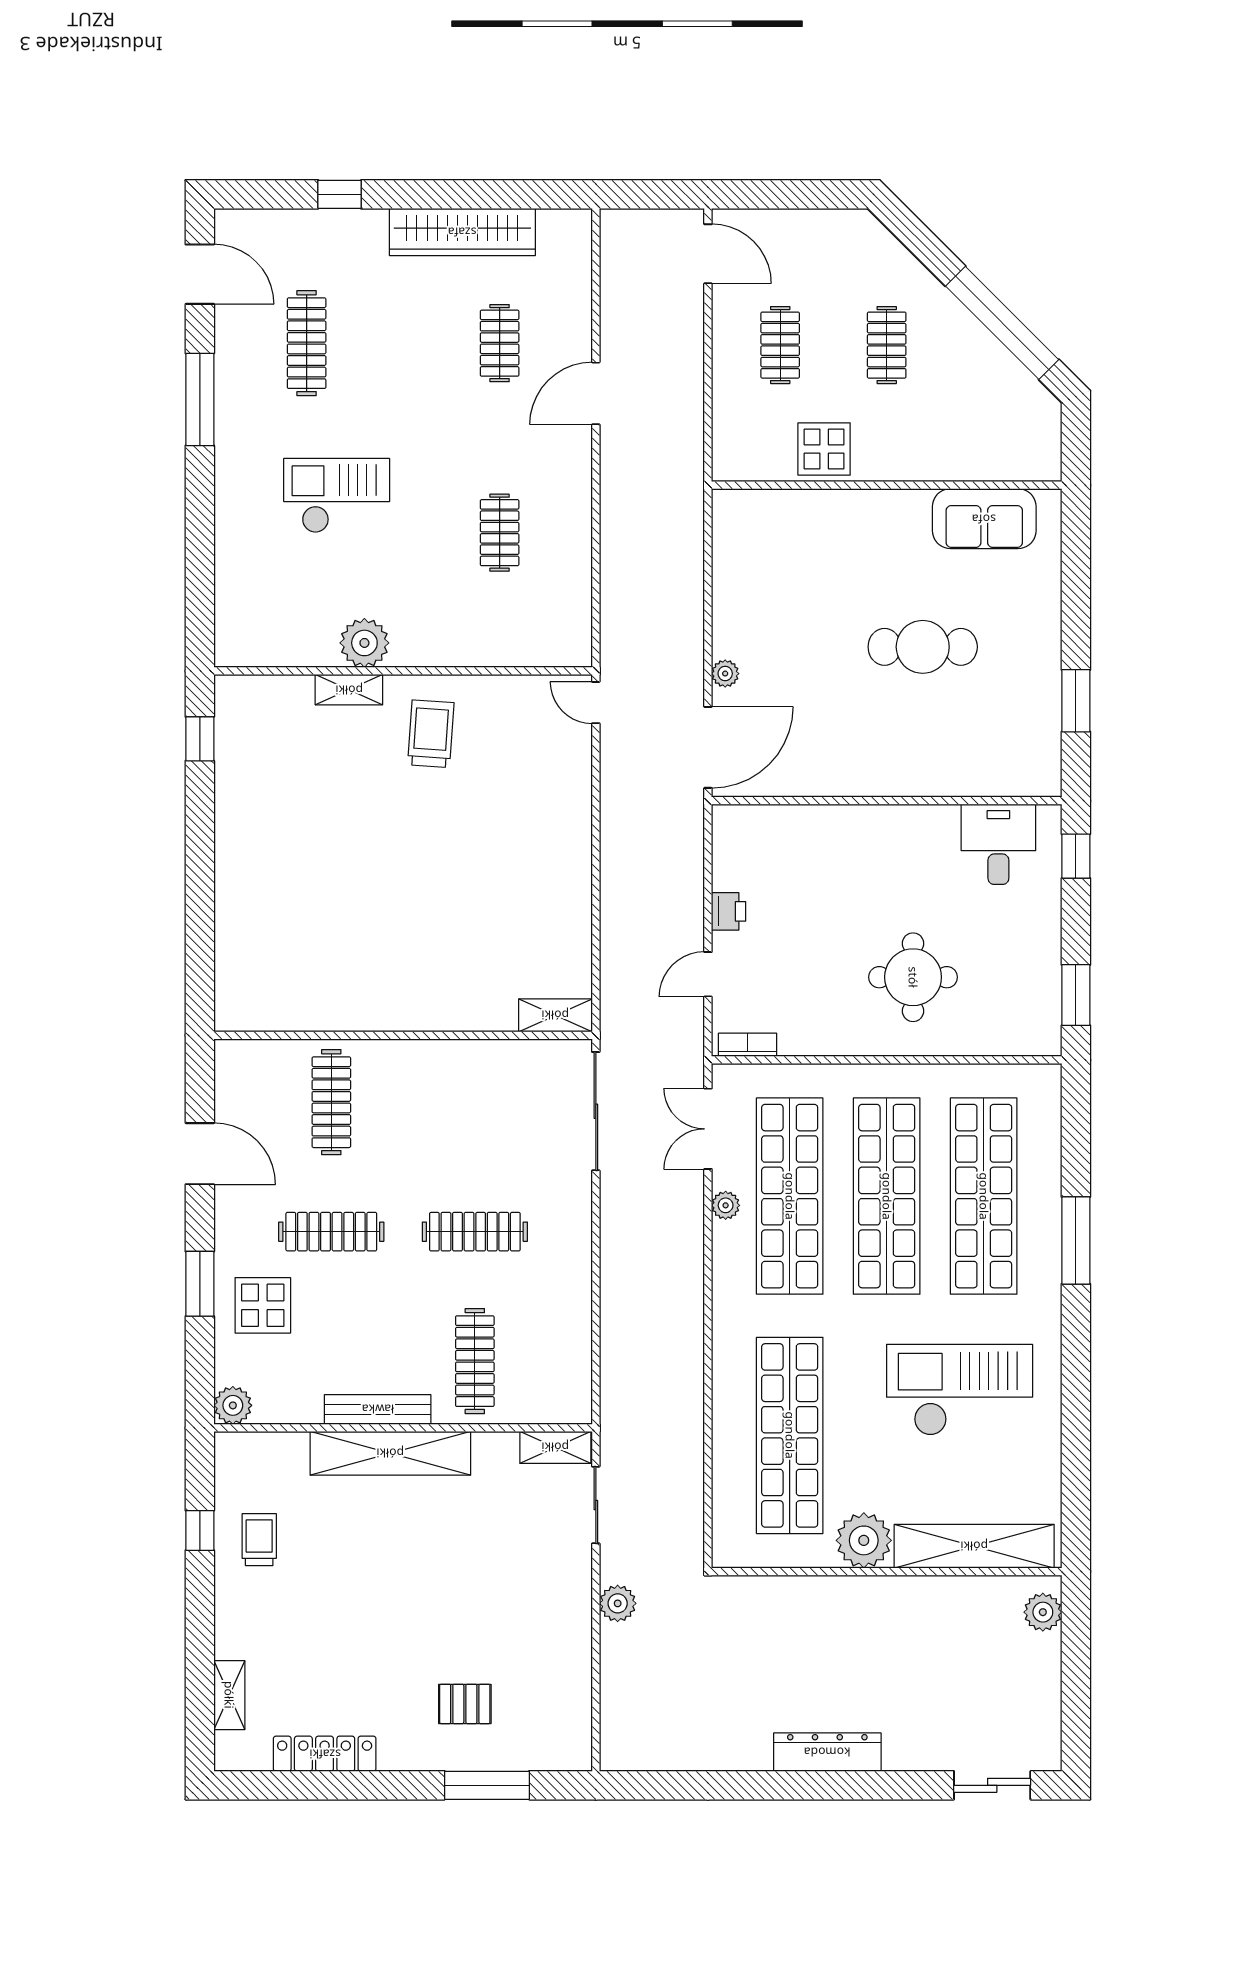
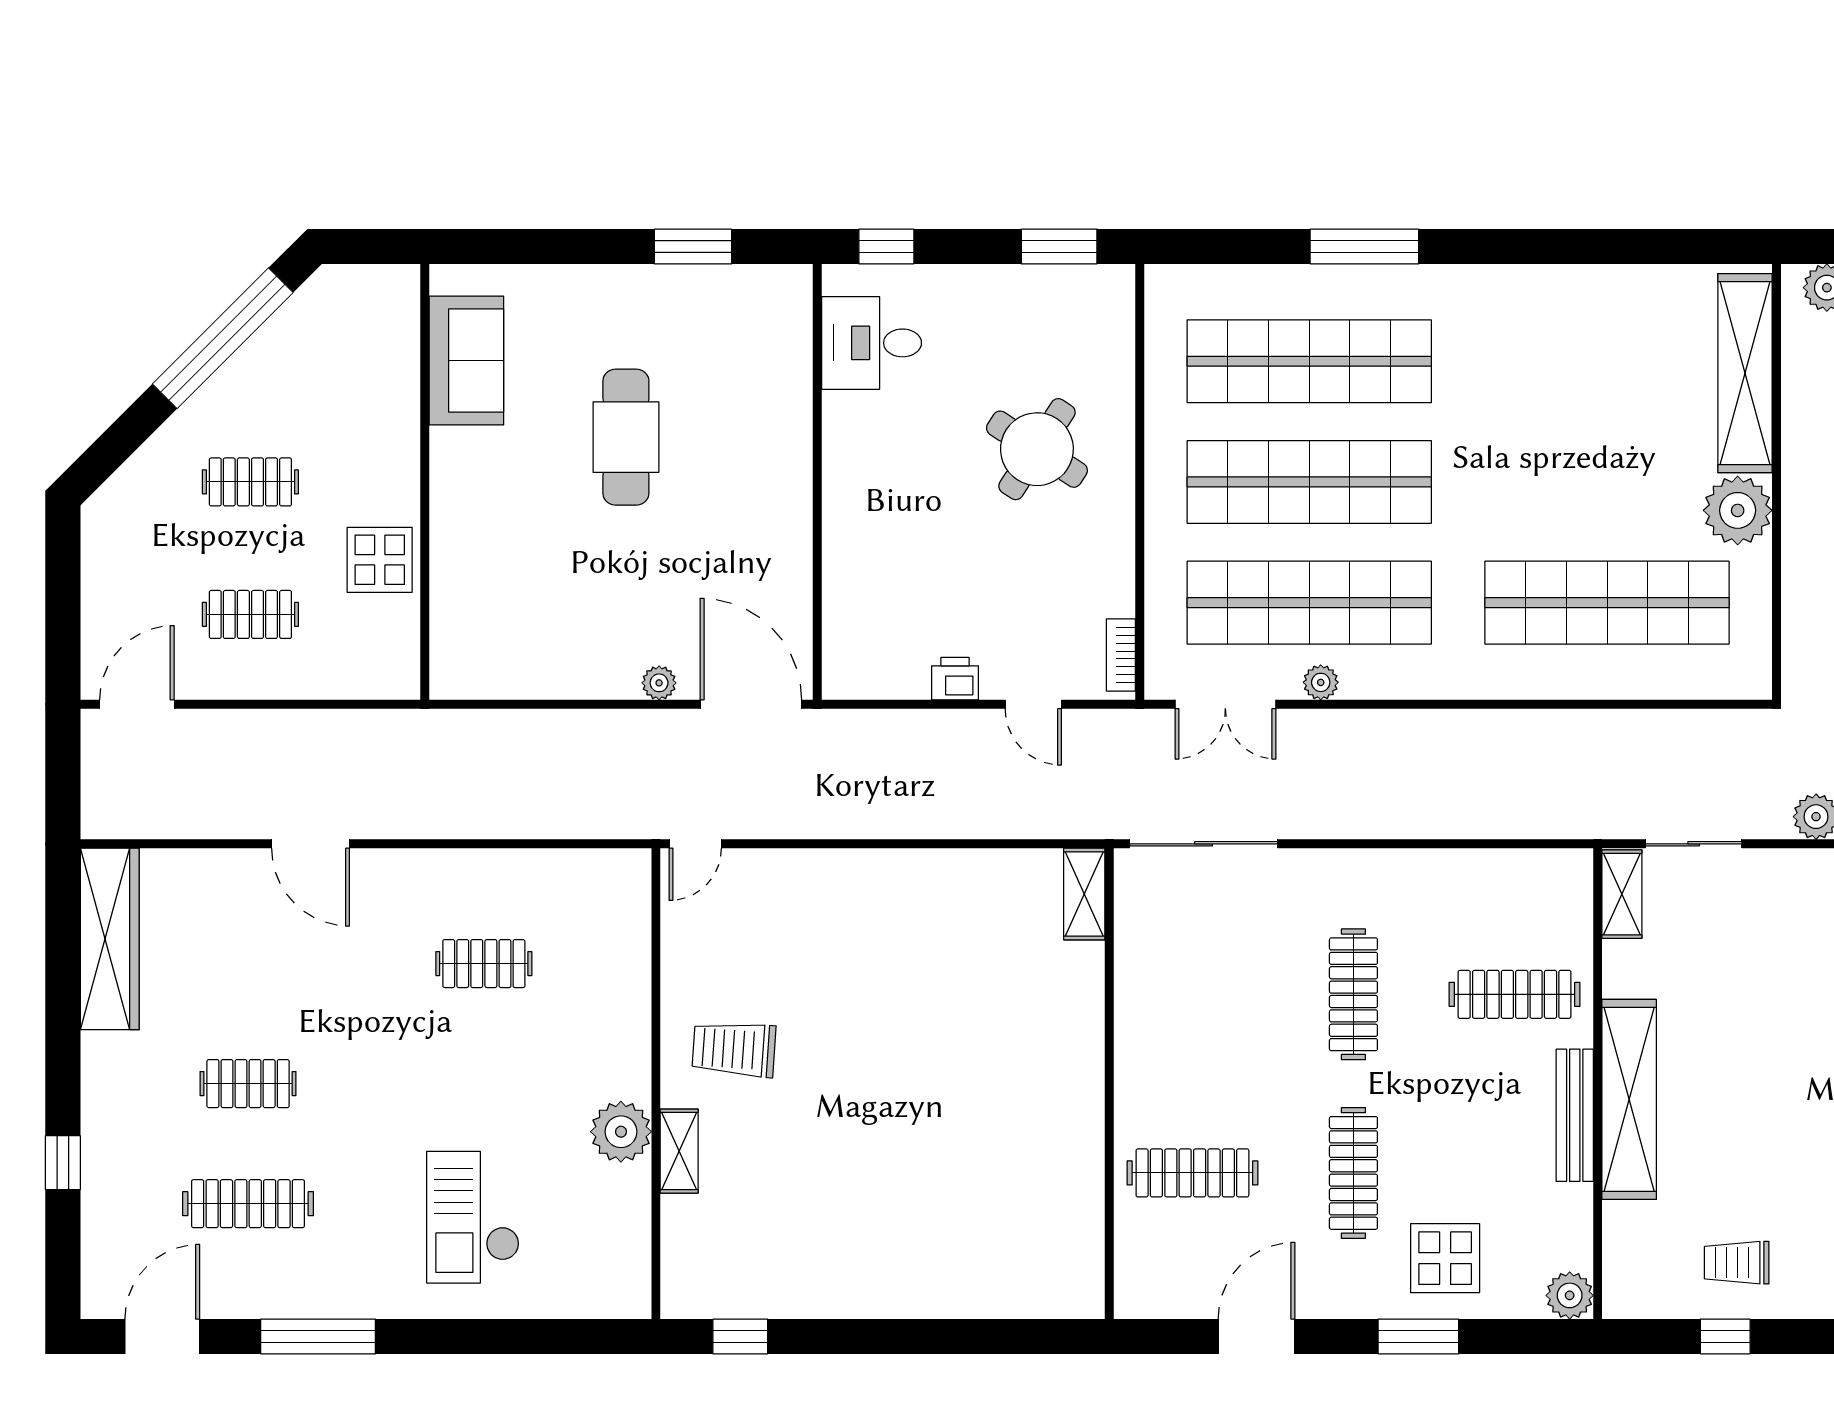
wardrobe: (462, 232) -> (110, 939), moved
clothes rail: (500, 343) -> (248, 1084), moved
checkout: (337, 496) -> (473, 1217), moved
round table: (913, 977) -> (1037, 449), turned 33
checkout: (960, 1390) -> (1550, 391), removed

